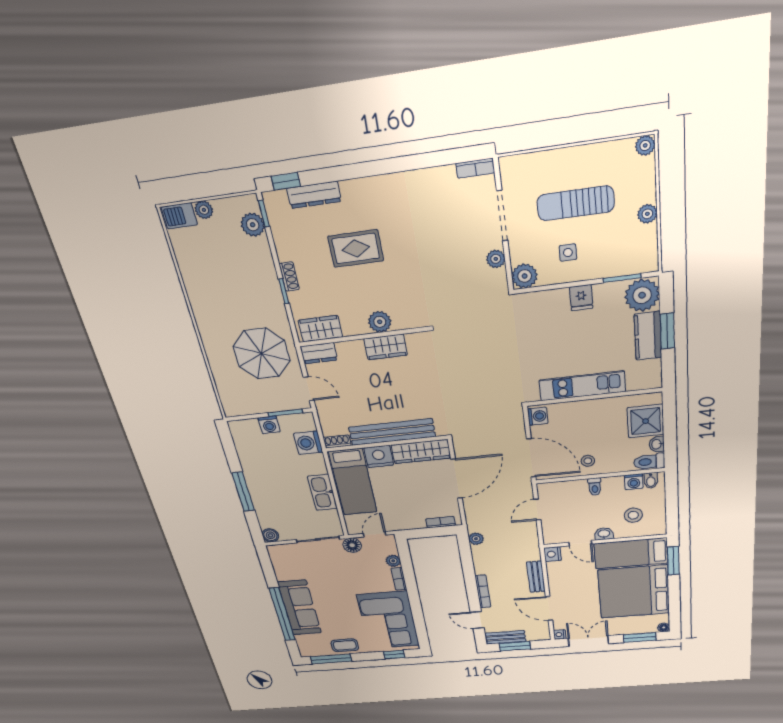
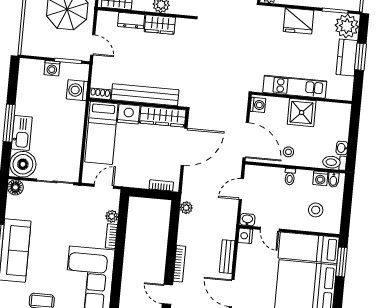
fridge: (581, 298) -> (298, 21), width x1.88, depth x1.34
dresser: (319, 353) -> (131, 20), moved
shower: (646, 421) -> (302, 113), moved
kitchen sink: (322, 492) -> (22, 133), moved, turned 180
washbasin: (604, 534) -> (247, 220), moved
boiler: (270, 535) -> (23, 164), width x1.86, depth x1.86
floor lamp: (352, 545) -> (15, 187), moved

